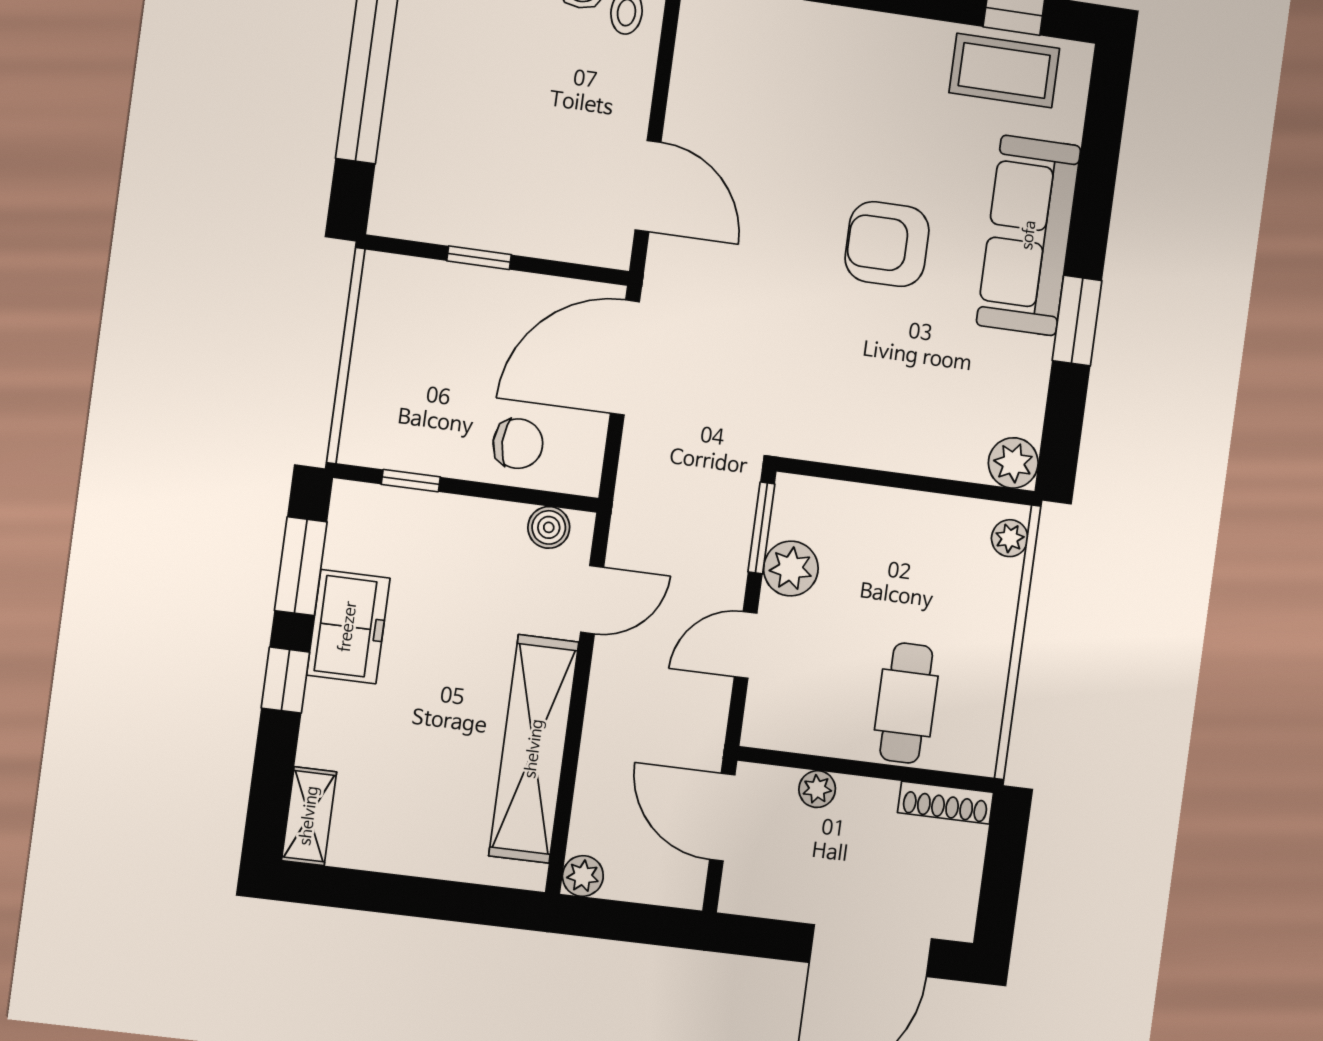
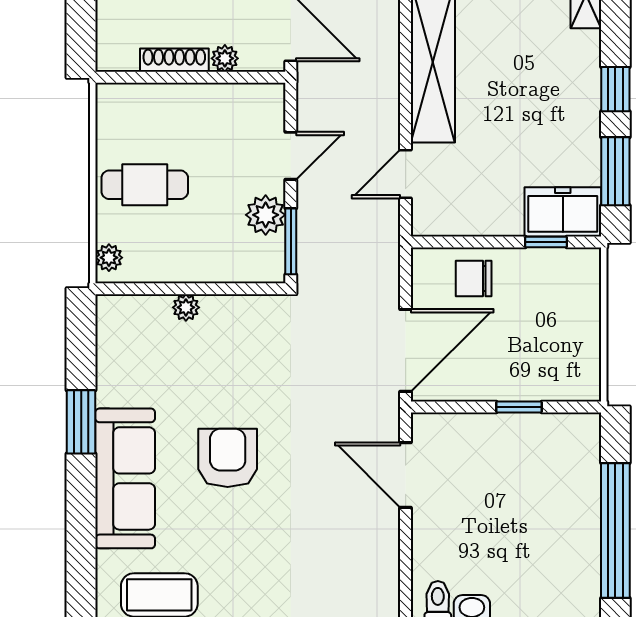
armchair: (887, 244) -> (228, 458), turned -90
plant: (1013, 463) -> (186, 307), moved, width x0.73, depth x0.73
boiler: (549, 527) -> (444, 222), removed
freezer: (348, 627) -> (563, 212), moved, turned 90
cafe table: (906, 703) -> (145, 185), moved, turned 90
shoe rack: (946, 803) -> (174, 60), moved

